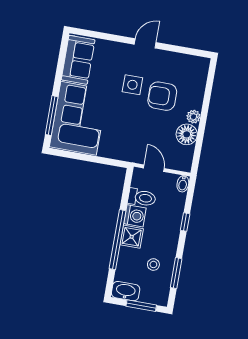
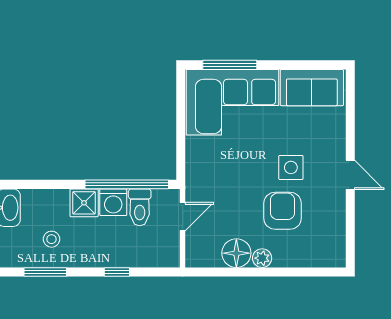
bidet: (183, 184) -> (168, 260), removed
window: (118, 240) -> (127, 184), moved

